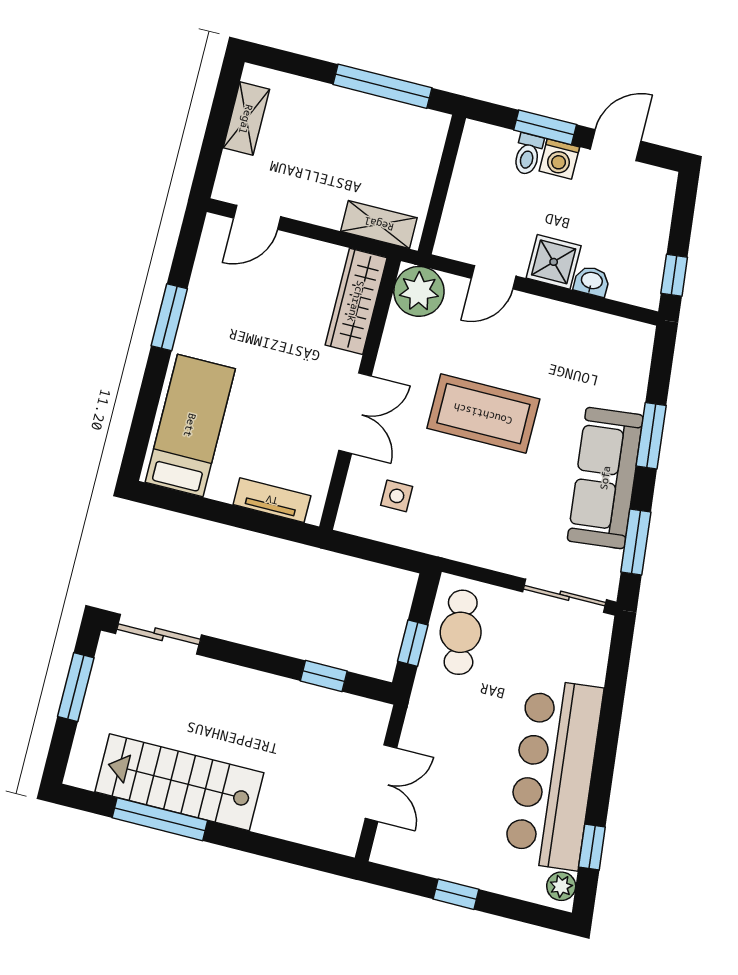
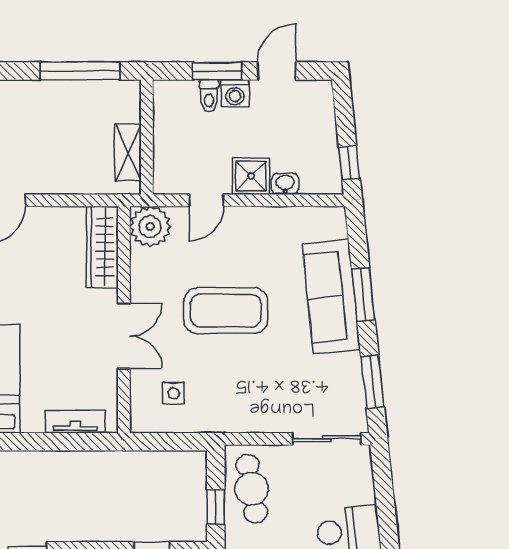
shelving: (379, 224) -> (128, 153), moved, turned 90
sofa: (605, 478) -> (331, 297), moved

